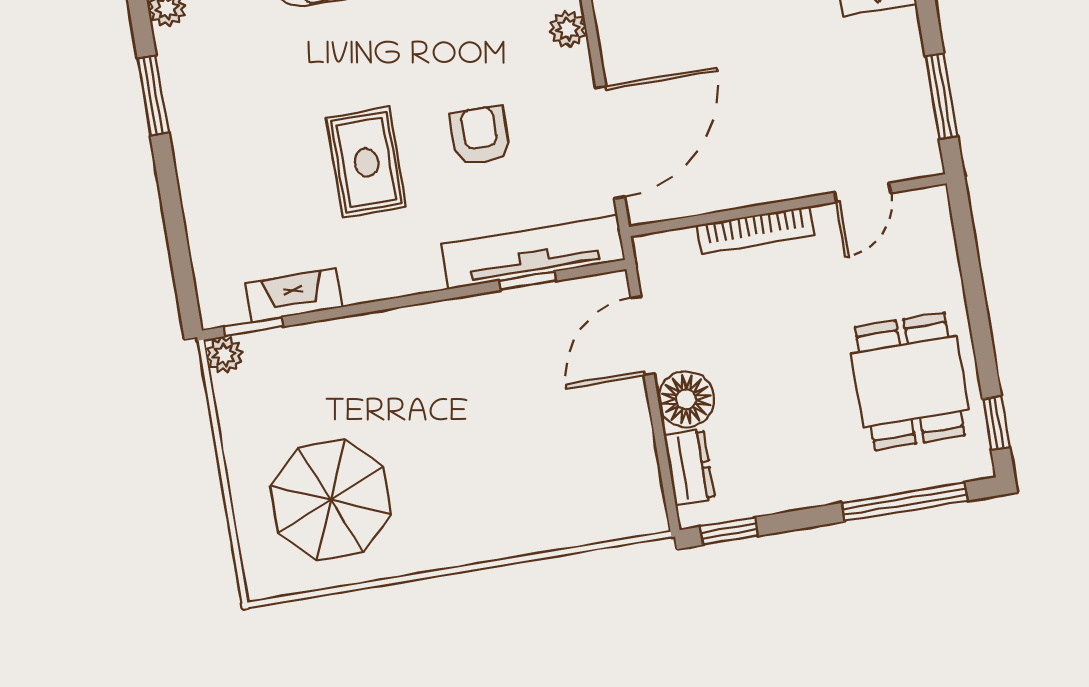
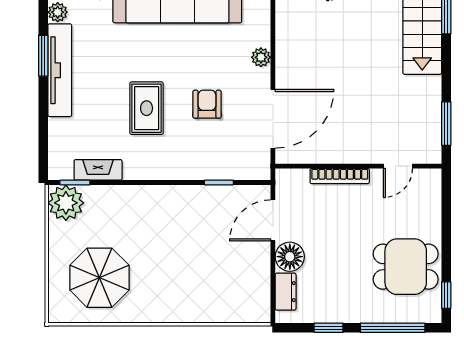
tv unit: (533, 252) -> (60, 70), moved, turned 90
plant: (224, 355) -> (66, 203), width x1.87, depth x1.87
dining table: (910, 381) -> (406, 267), turned 90
window: (729, 531) -> (329, 328), moved

